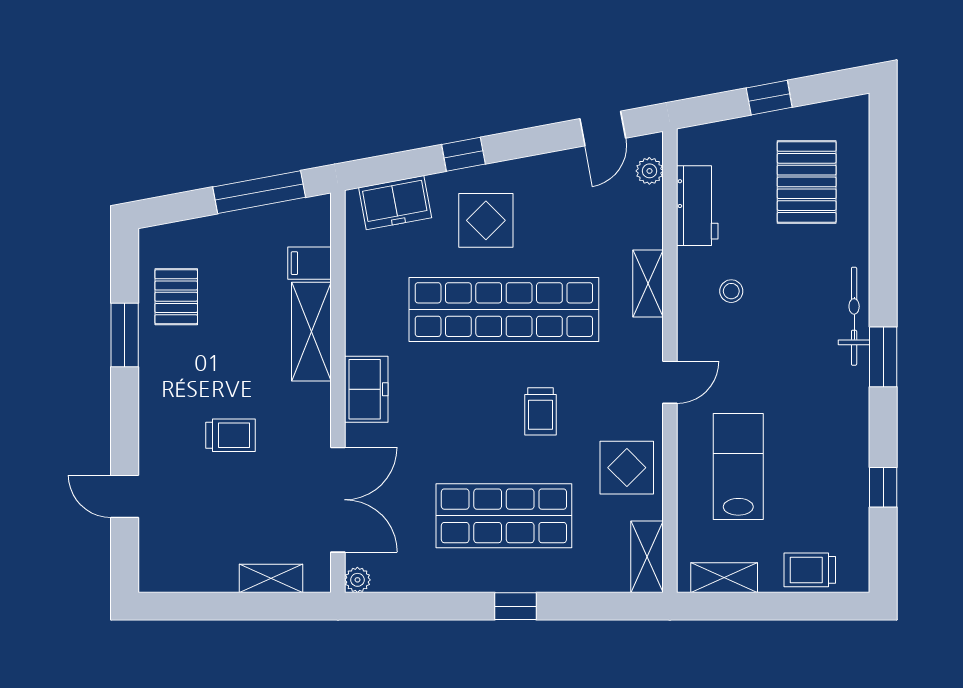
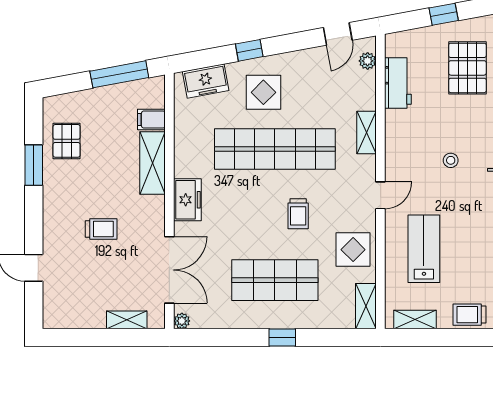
stool: (731, 291) -> (451, 160), moved

